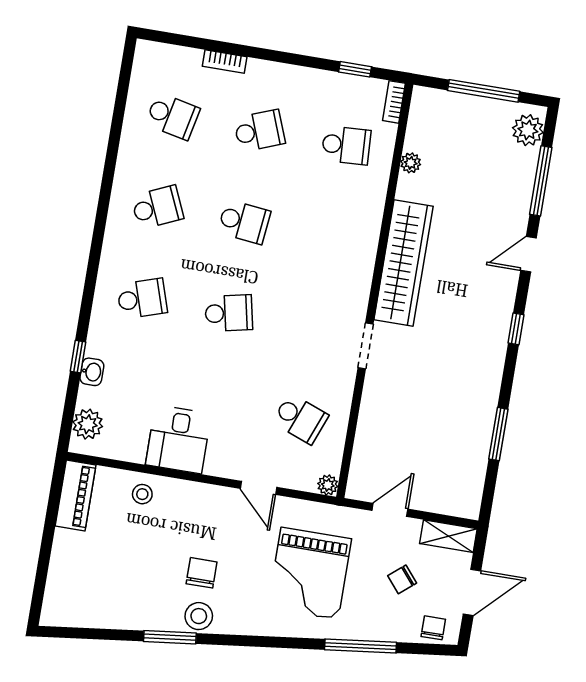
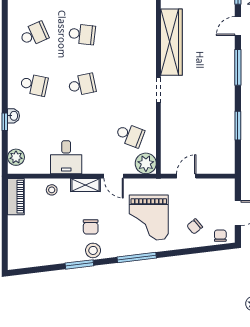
school desk: (142, 299) -> (34, 85), turned 30
window: (516, 329) -> (238, 67), width x2.17
washbasin: (92, 372) -> (14, 116), moved
plant: (328, 485) -> (146, 163), width x1.88, depth x1.88
shelving: (448, 536) -> (85, 185), moved
chair: (202, 573) -> (91, 227), turned 180
chair: (402, 579) -> (195, 226), moved
window: (361, 646) -> (137, 258), moved

